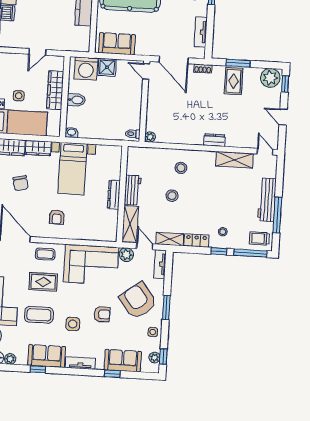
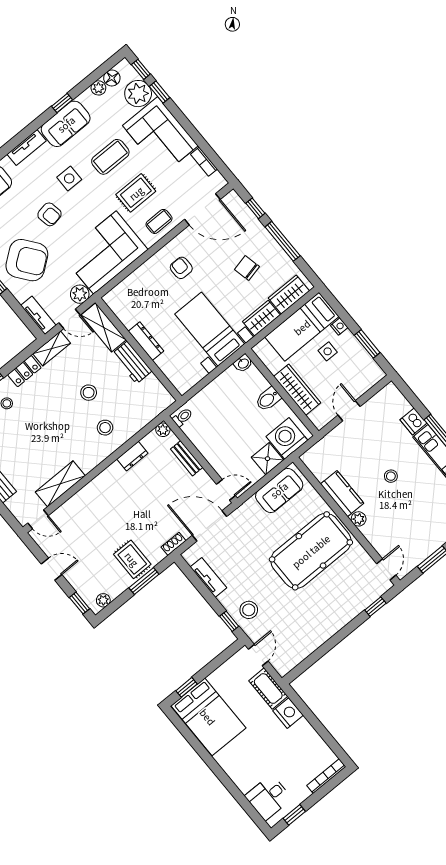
plant: (270, 78) -> (103, 600), width x0.53, depth x0.53
bench: (152, 109) -> (187, 458), added
dresser: (214, 140) -> (132, 456), moved
armchair: (102, 314) -> (49, 214), turned -100

